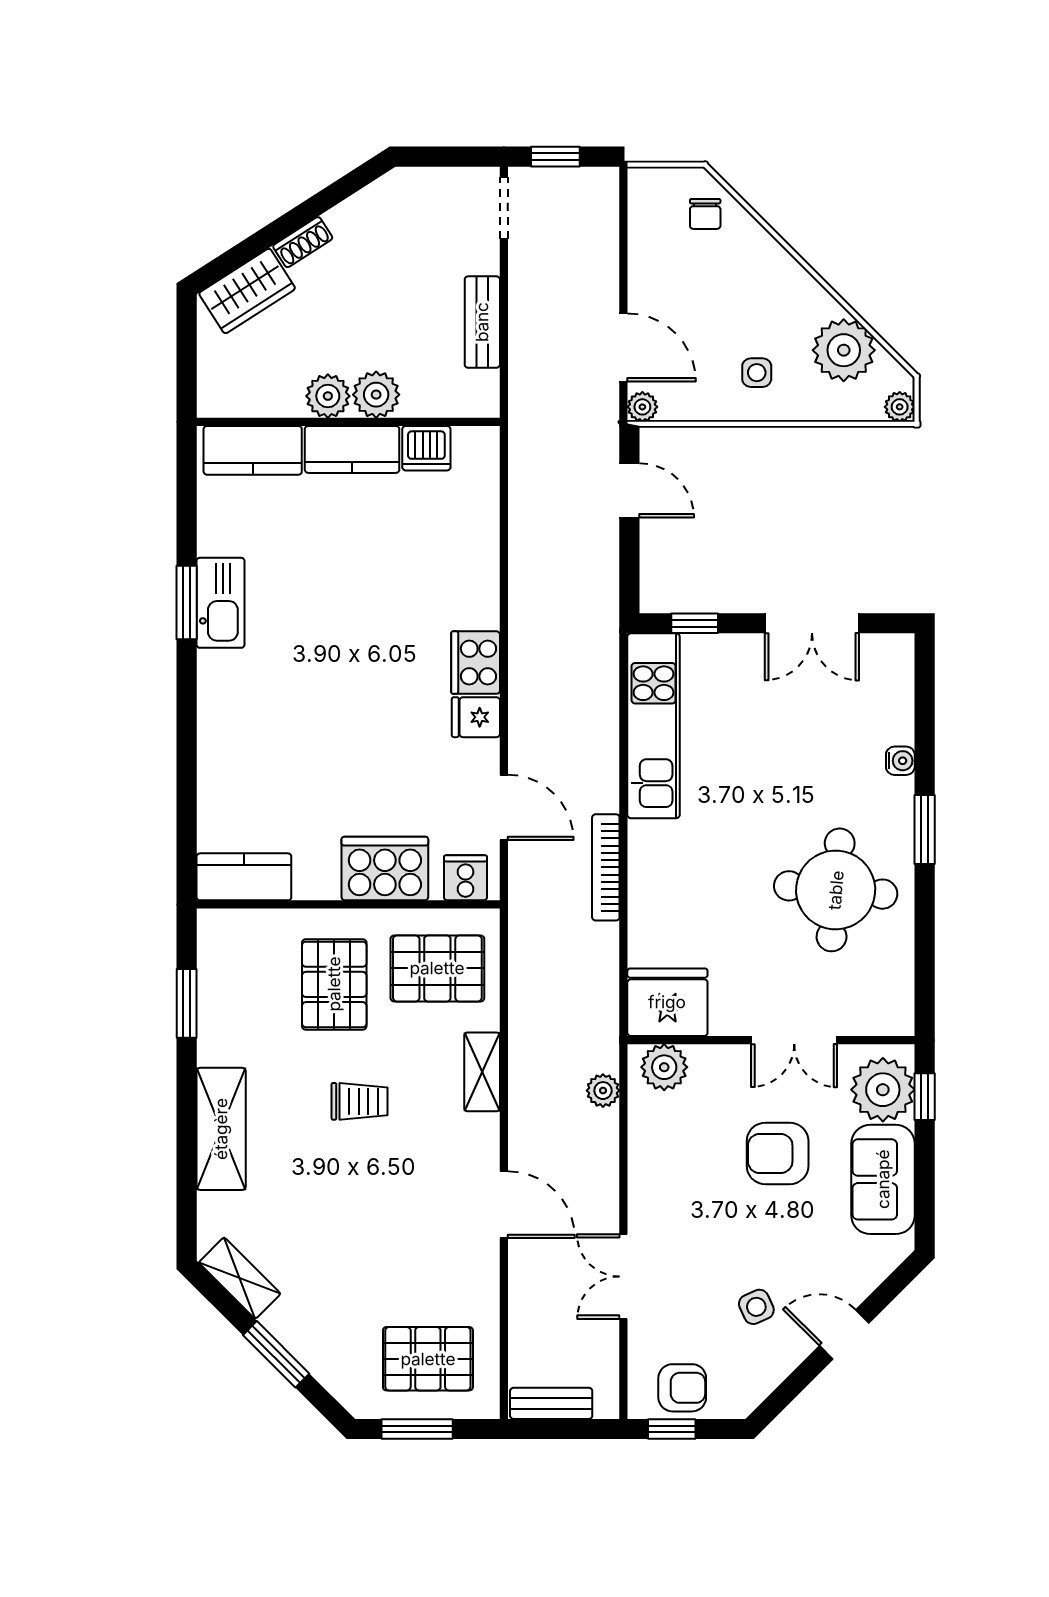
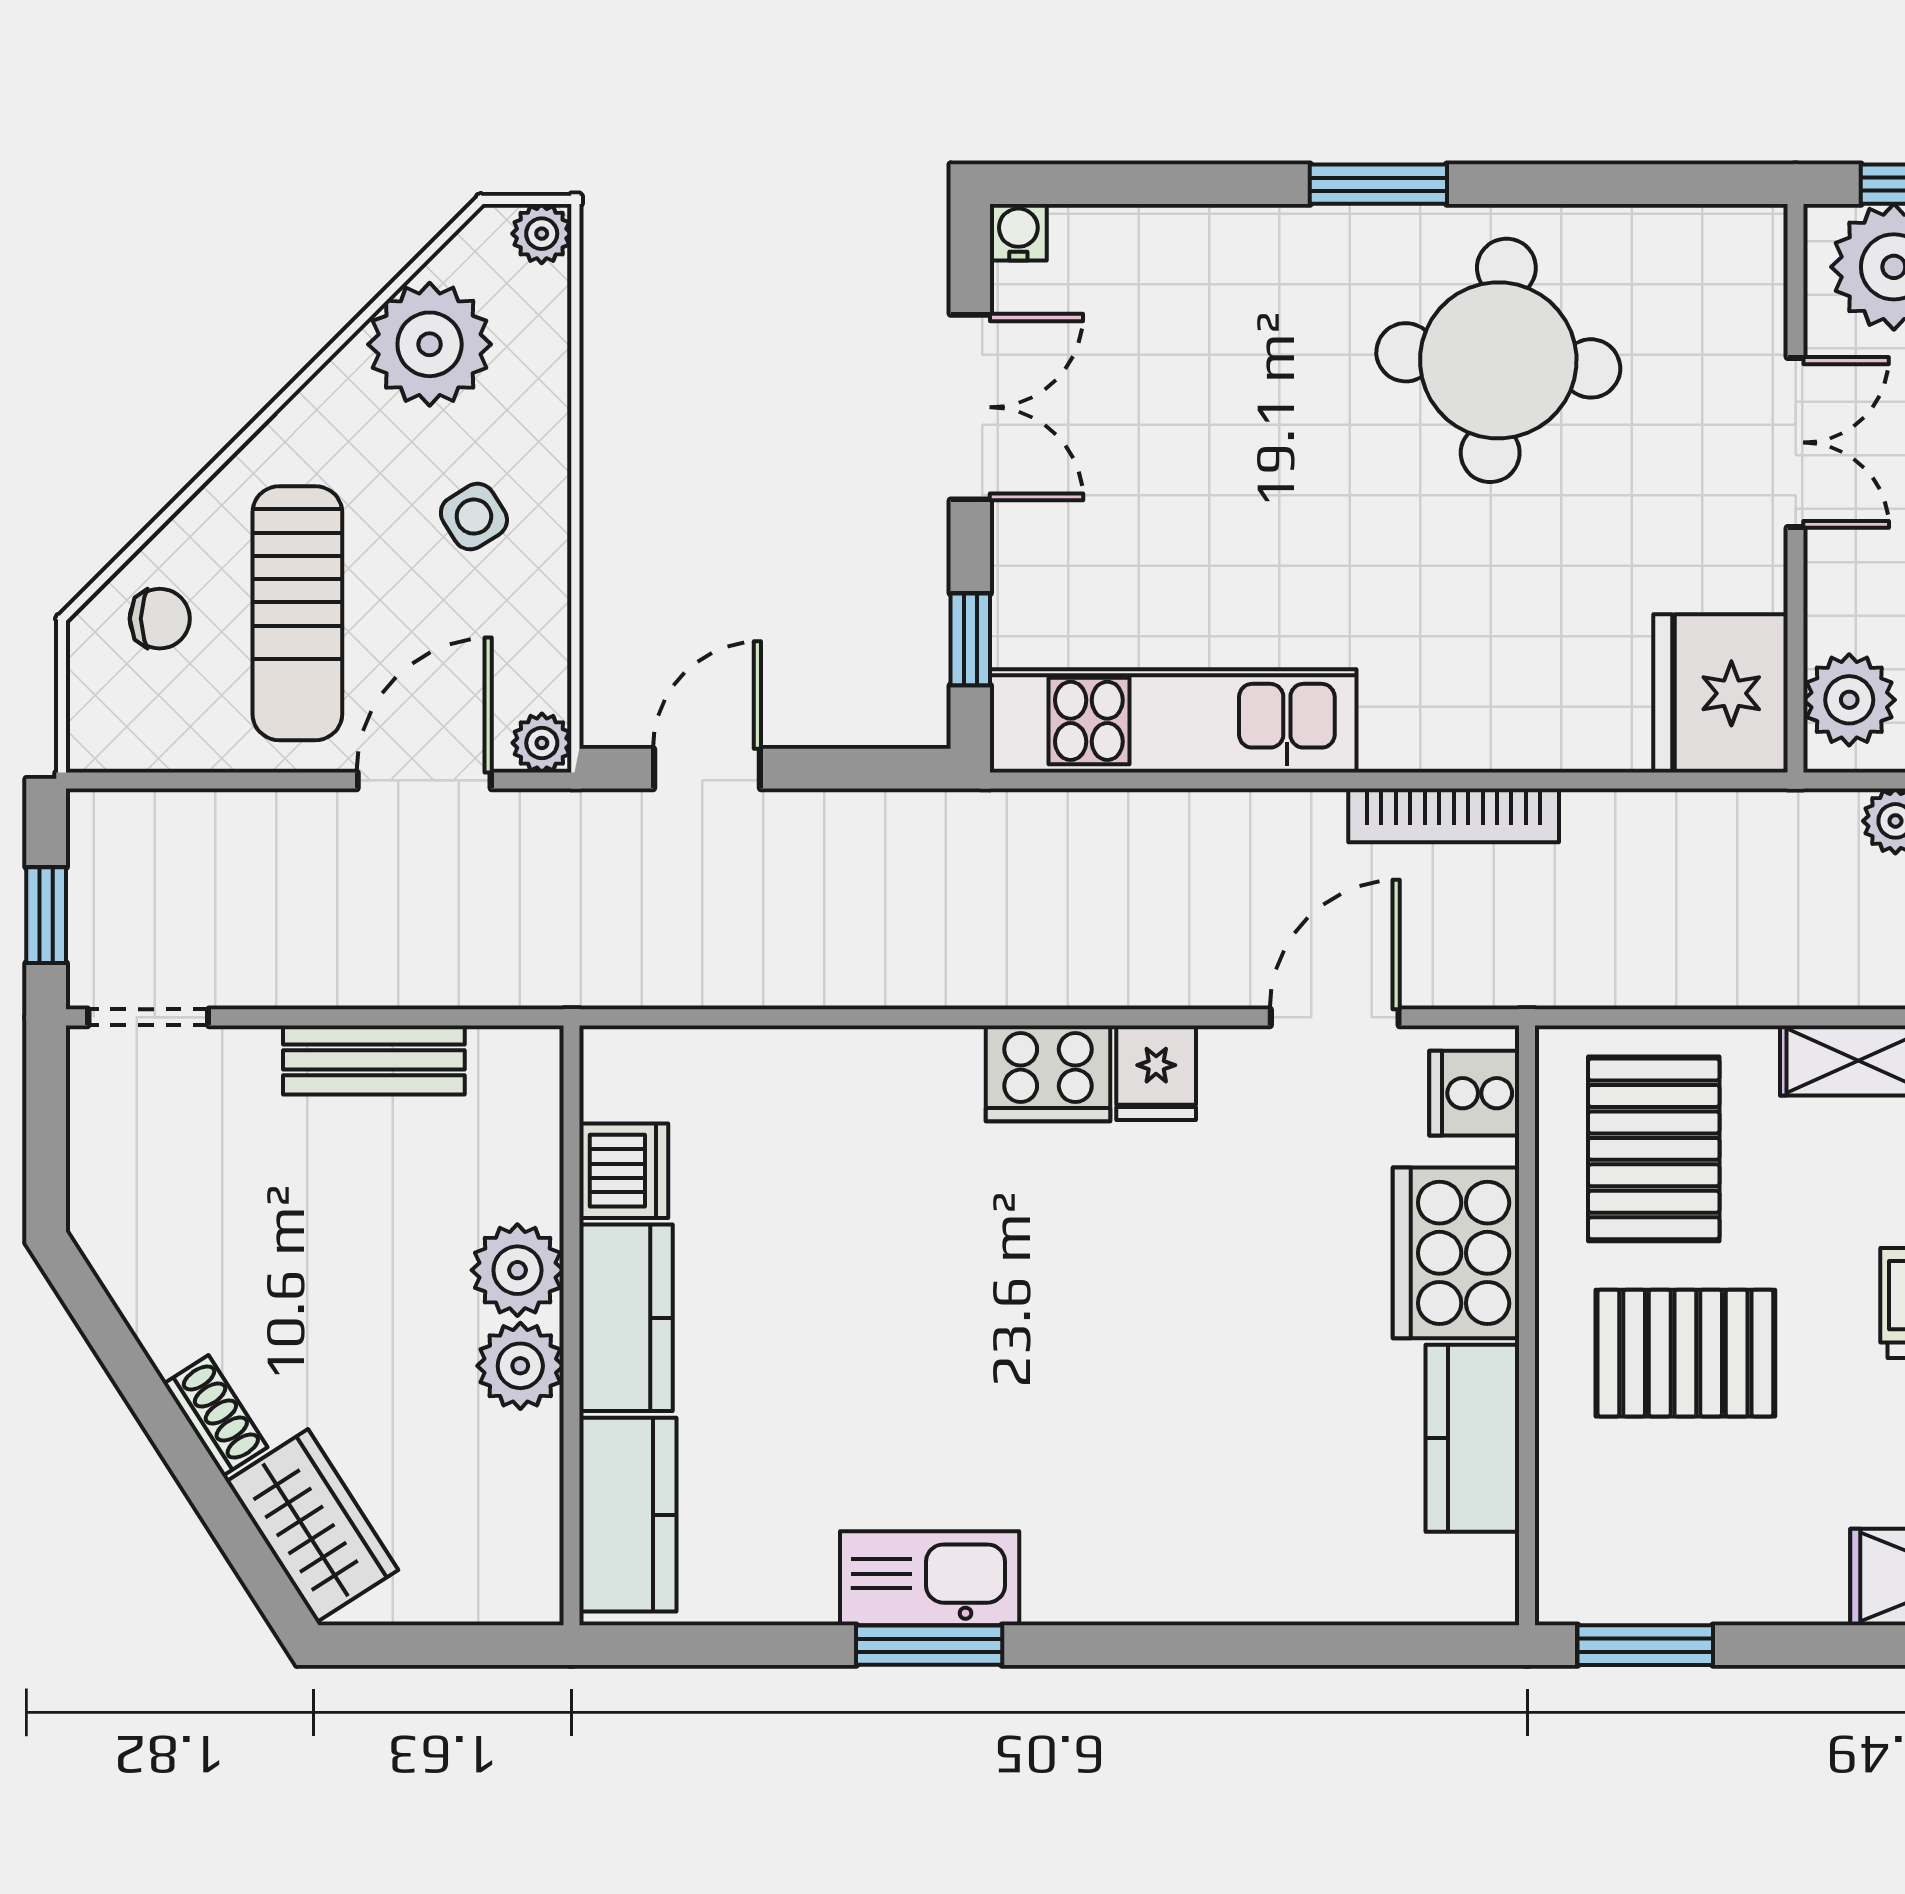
sun lounger: (708, 283) -> (297, 613), added
side table: (757, 373) -> (474, 517), turned -32
water cooler: (900, 761) -> (1018, 232), moved
kitchen counter: (244, 877) -> (1472, 1438), moved
window: (187, 1003) -> (1645, 1645), moved

